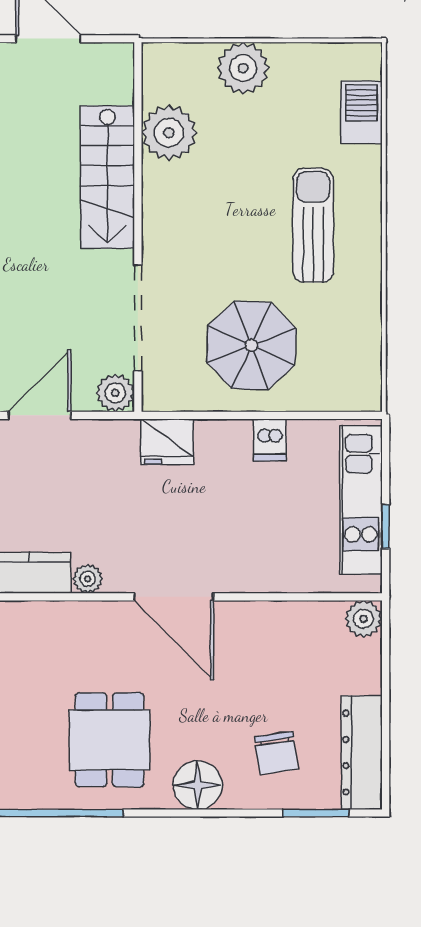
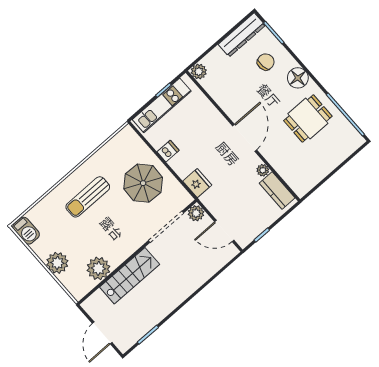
barbecue: (362, 112) -> (26, 231), moved, turned -90

